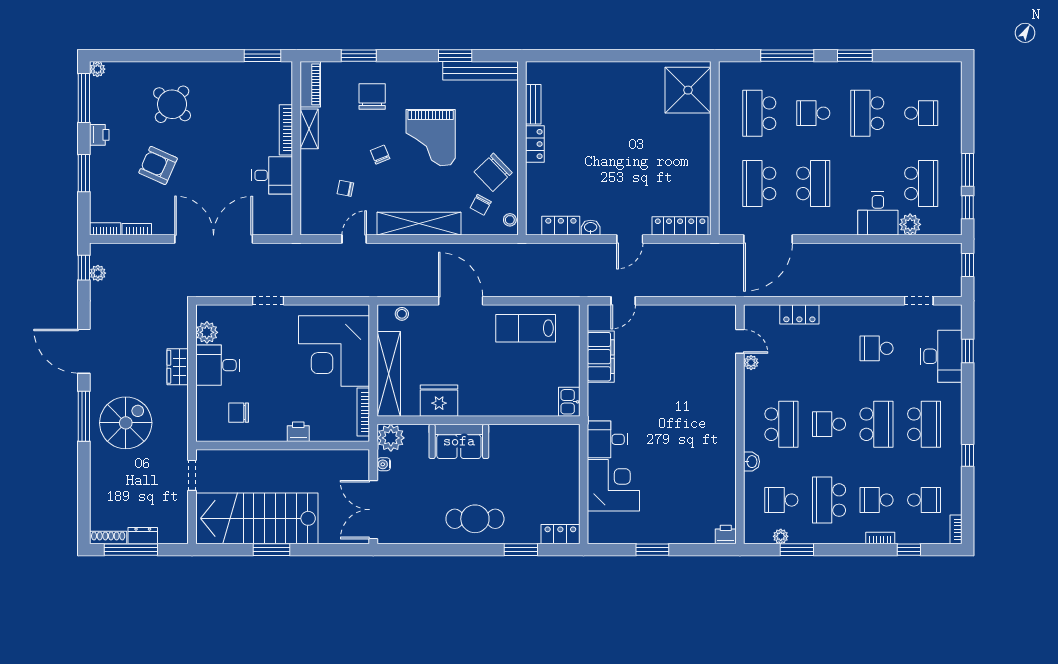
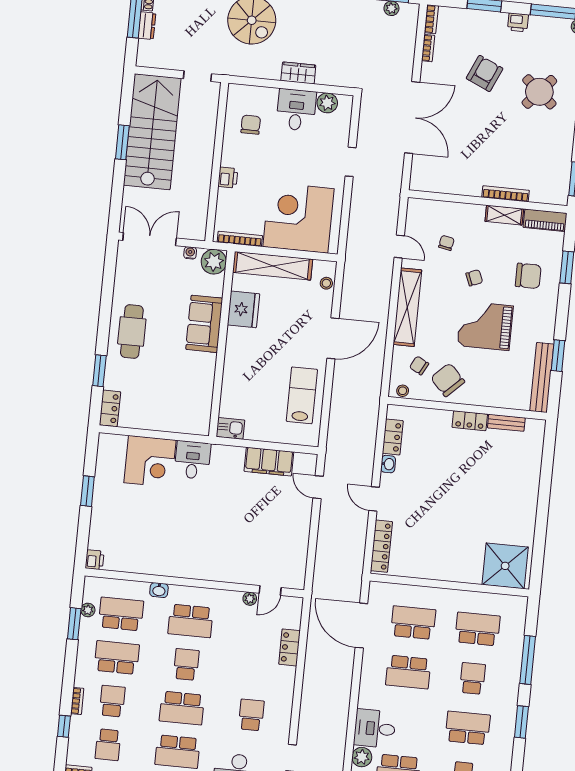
desk: (272, 175) -> (465, 177), removed
school desk: (781, 500) -> (121, 614), width x1.85

